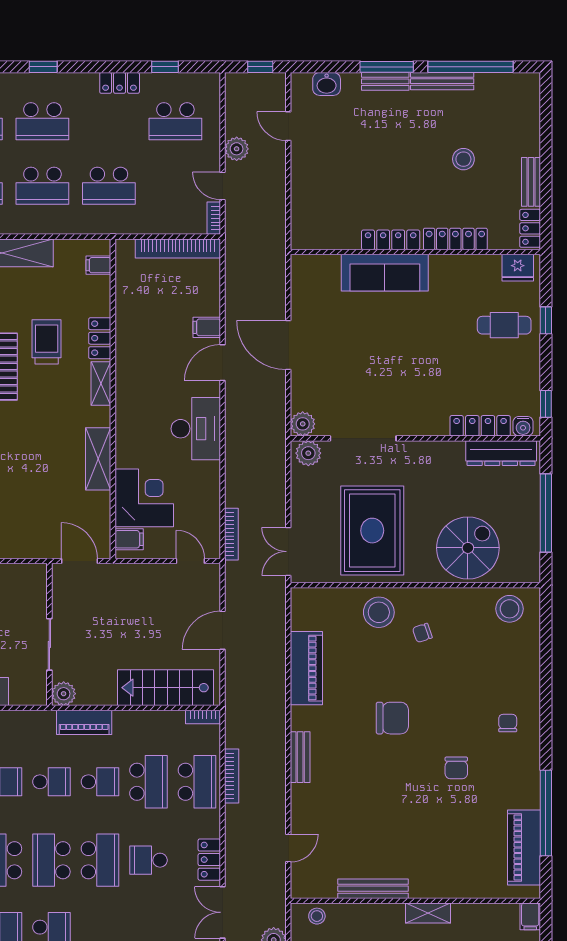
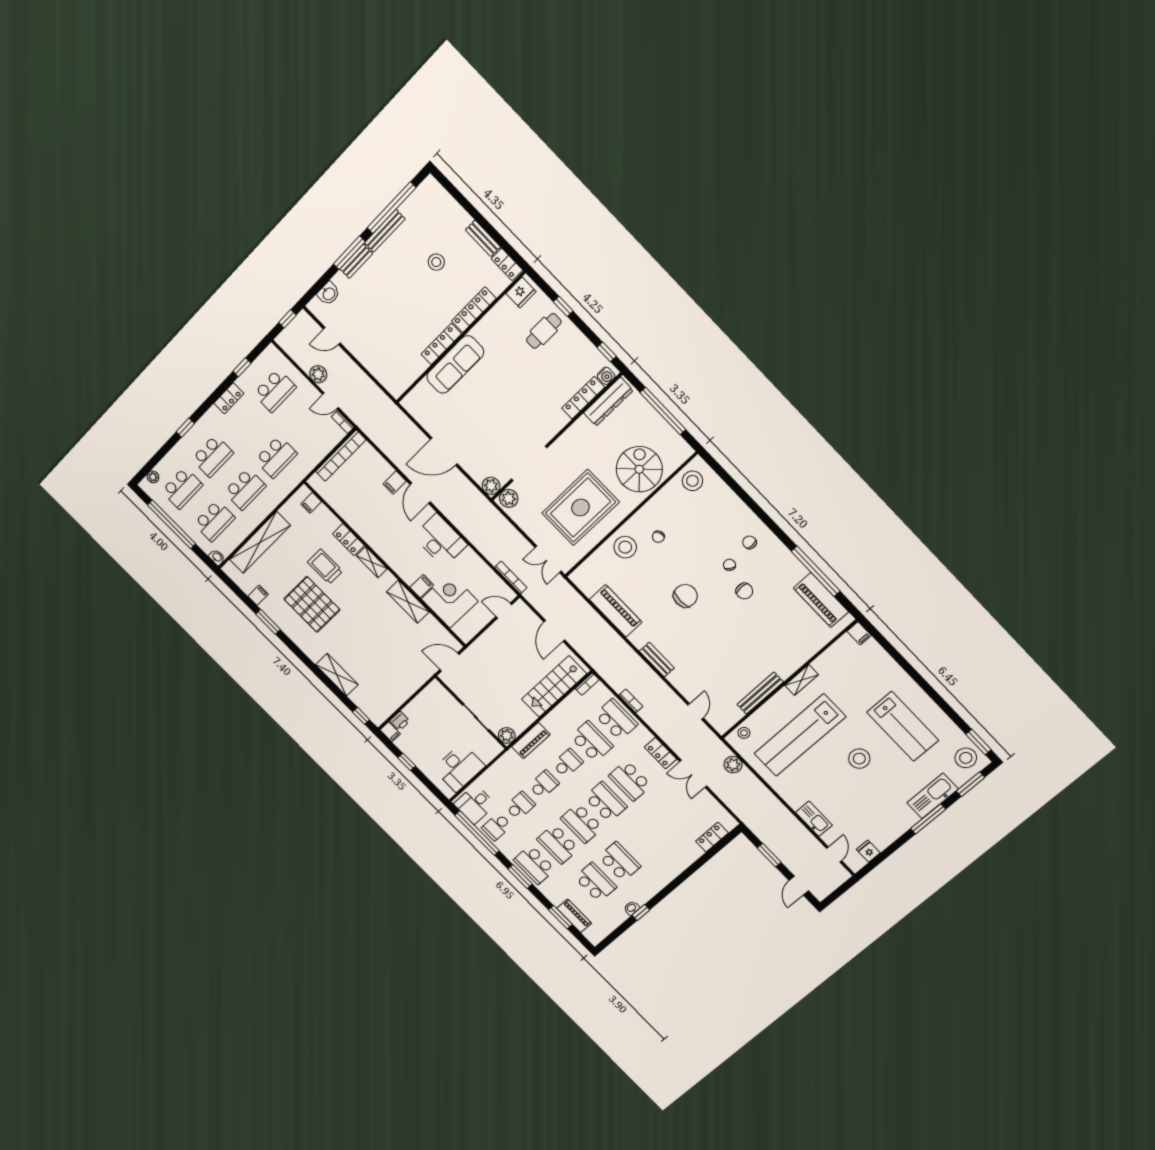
rug: (372, 531) -> (580, 508), turned 90
filing cabinet: (129, 539) -> (422, 586), moved
chair: (467, 727) -> (730, 565), added
bookcase: (232, 776) -> (631, 701), width x0.64
school desk: (148, 860) -> (630, 781), width x1.85

